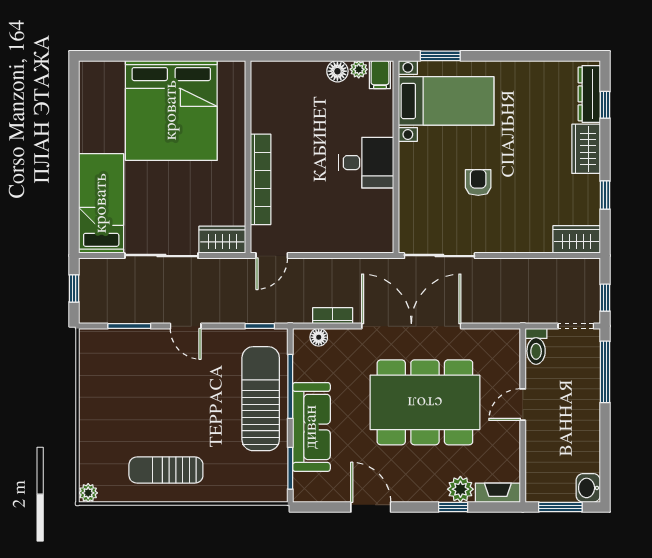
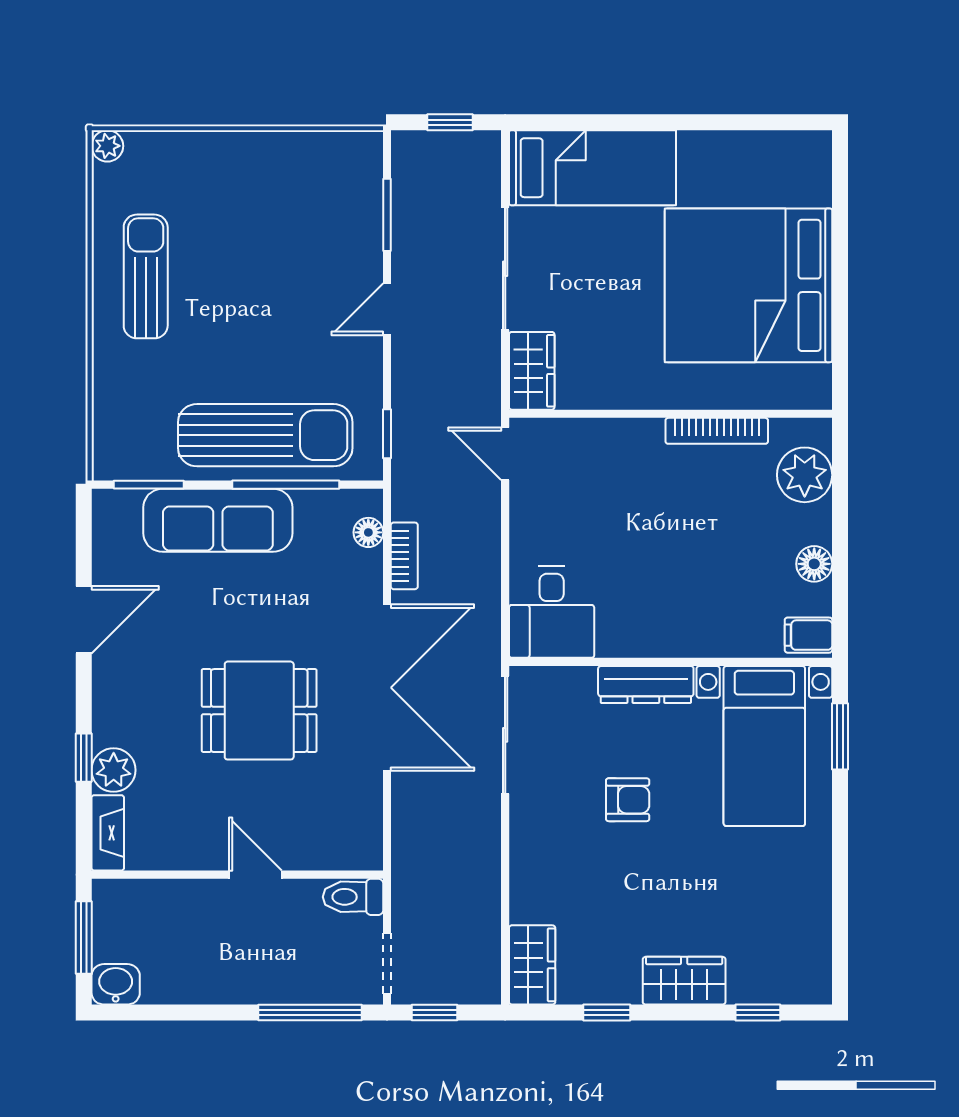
plant: (359, 69) -> (805, 475), moved, width x1.87, depth x1.87
dresser: (589, 94) -> (646, 685), moved, turned 180
desk: (366, 163) -> (552, 612), moved
bookcase: (261, 179) -> (717, 431), moved, width x0.68, depth x0.76
dining table: (425, 402) -> (259, 711), width x0.53, depth x0.80

